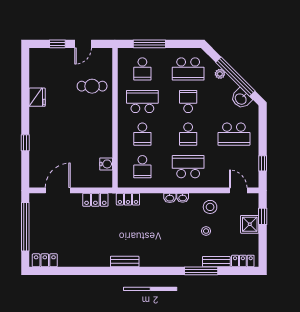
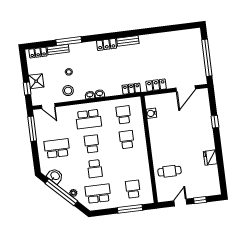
school desk: (142, 102) -> (130, 164), removed
window: (263, 163) -> (32, 129), width x2.17
locker: (45, 260) -> (106, 44), moved

